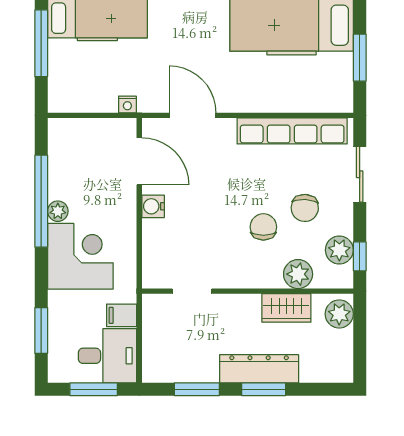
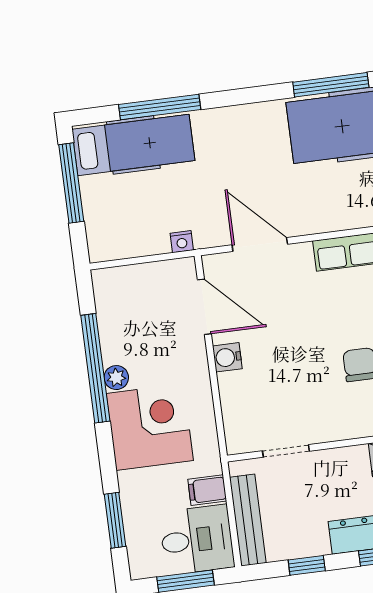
bench: (152, 345) -> (248, 520), added
window: (197, 389) -> (307, 565), width x0.67

